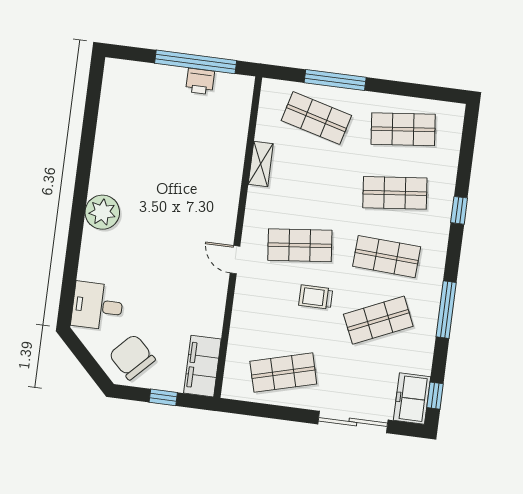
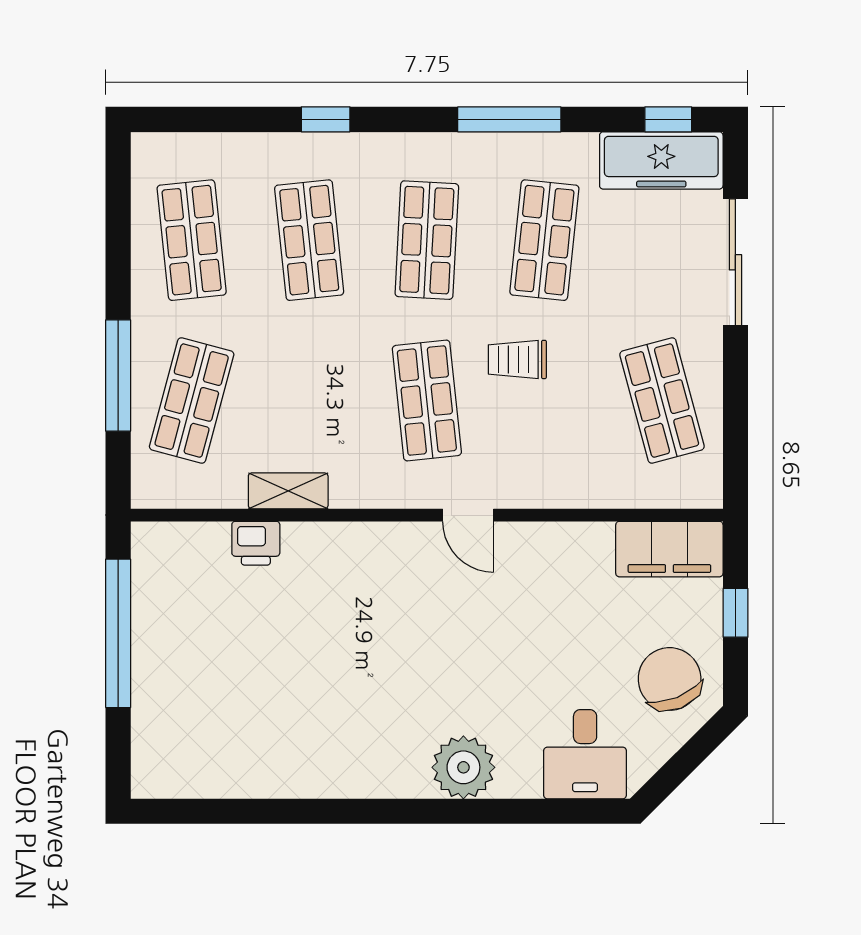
printer: (200, 81) -> (256, 543), moved, turned 90
plant: (102, 212) -> (463, 767), moved
door: (235, 260) -> (468, 515), hinge flipped
trolley: (316, 297) -> (517, 359), turned 90
shop shelf: (378, 320) -> (544, 240), turned 30
chair: (132, 357) -> (670, 679), turned 114
freezer: (412, 399) -> (661, 160), width x1.40

